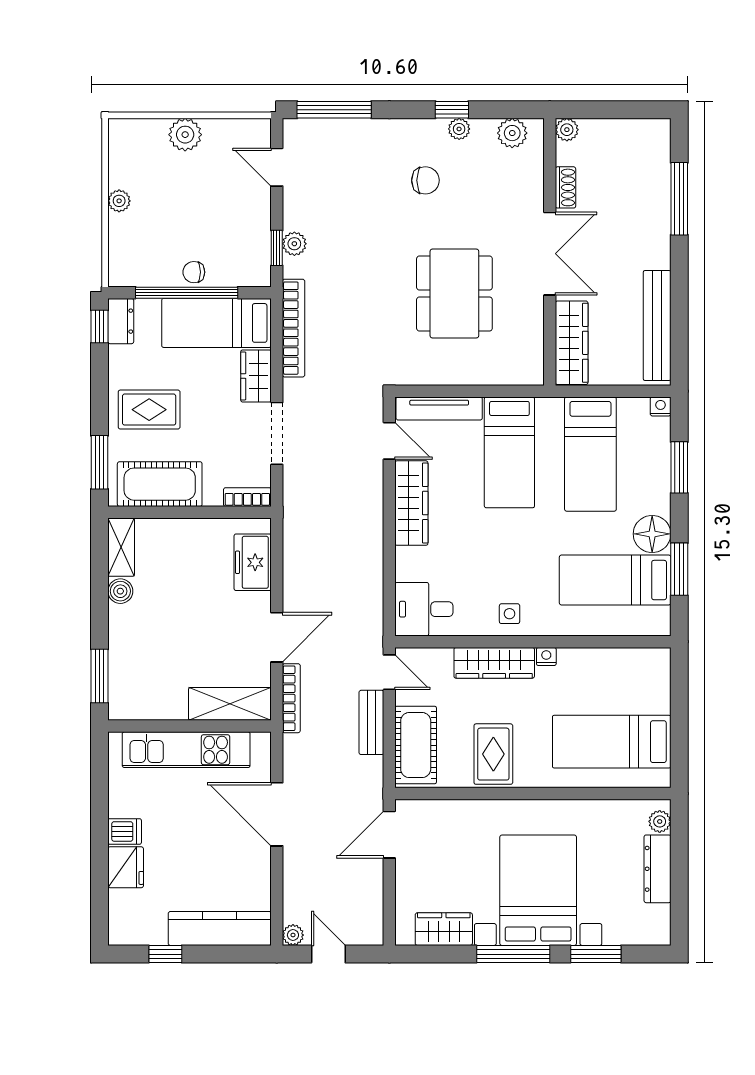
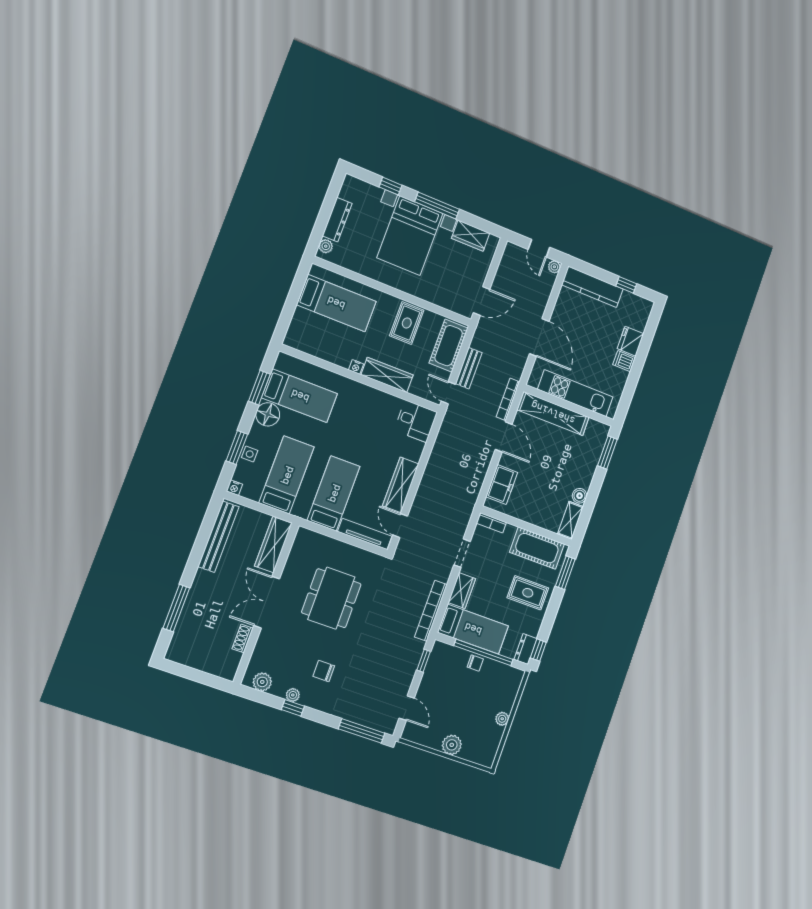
plant: (567, 130) -> (229, 673), removed
plant: (294, 244) -> (413, 660), removed
doorway: (277, 433) -> (462, 553), width x0.73
side table: (510, 614) -> (250, 454), moved
door: (277, 637) -> (504, 437), swing flipped
shelving: (230, 704) -> (553, 413), width x1.47
window: (596, 954) -> (391, 186), width x0.67

